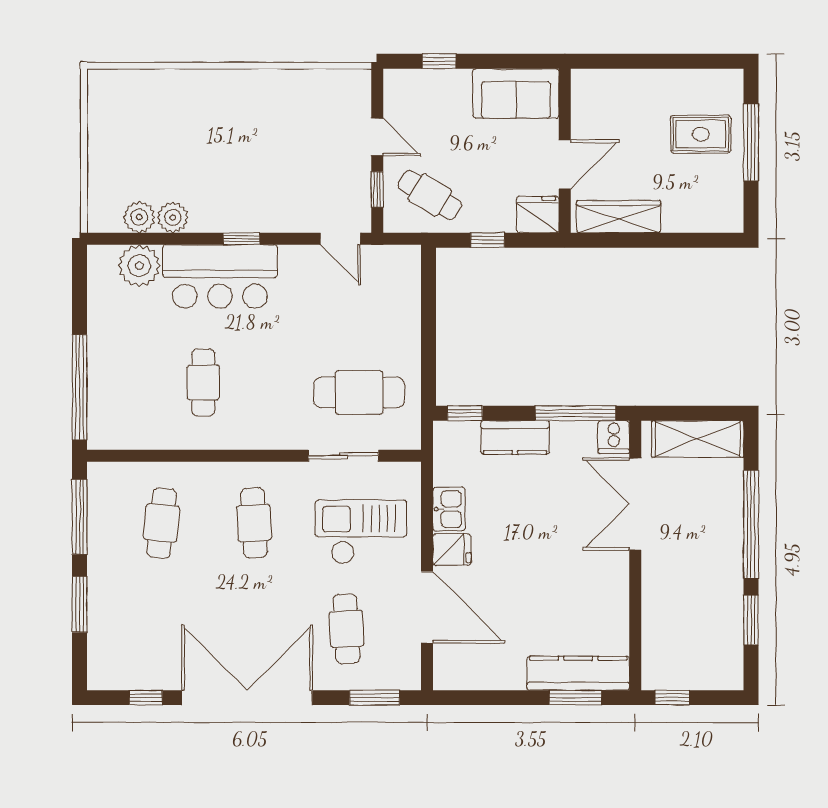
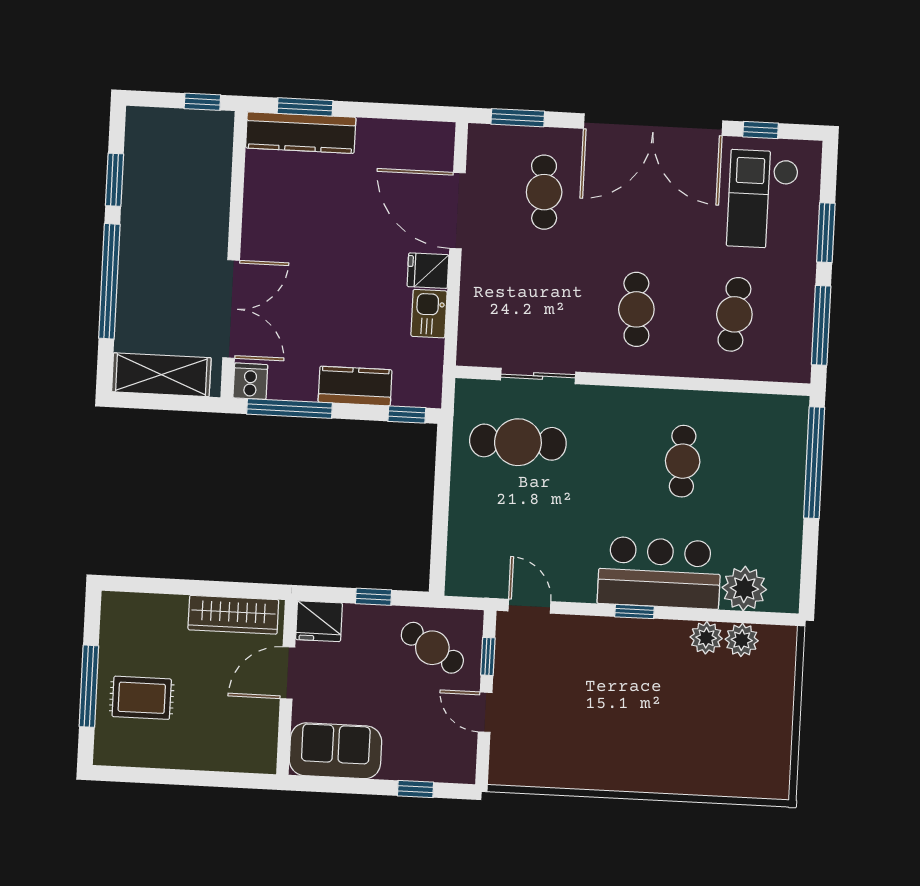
checkout: (361, 532) -> (763, 199), moved, turned 90

